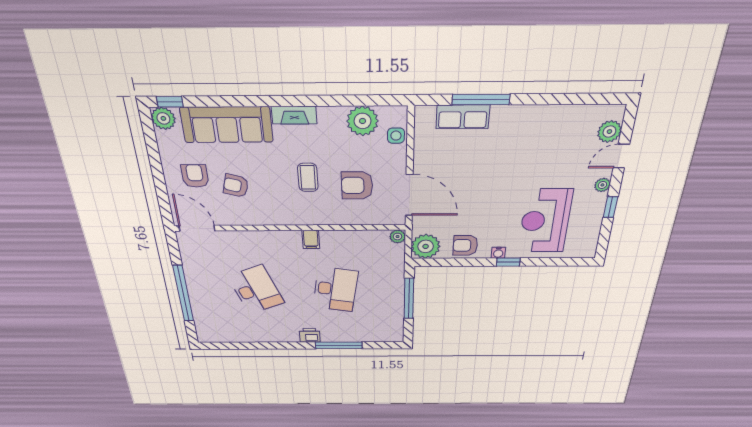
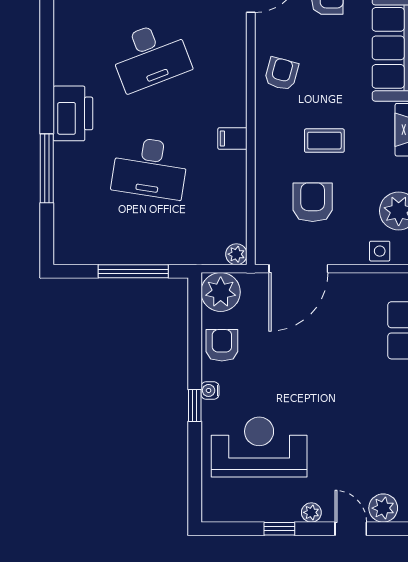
armchair: (236, 186) -> (281, 74), moved
printer: (310, 335) -> (73, 113), width x1.87, depth x1.48

